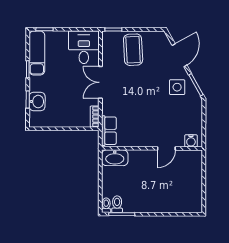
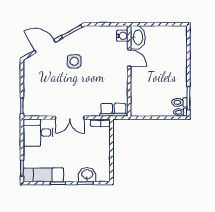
coffee table: (133, 50) -> (40, 88), removed
side table: (177, 87) -> (74, 61), moved
washbasin: (115, 158) -> (138, 37), moved

